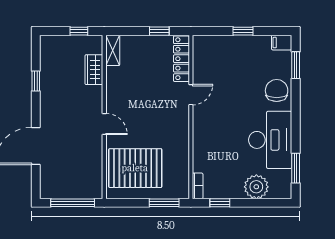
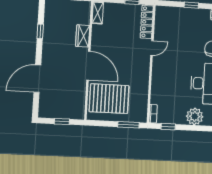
wardrobe: (94, 70) -> (83, 36), moved
door: (104, 124) -> (88, 66), width x1.87
window: (73, 203) -> (62, 122), width x0.46

